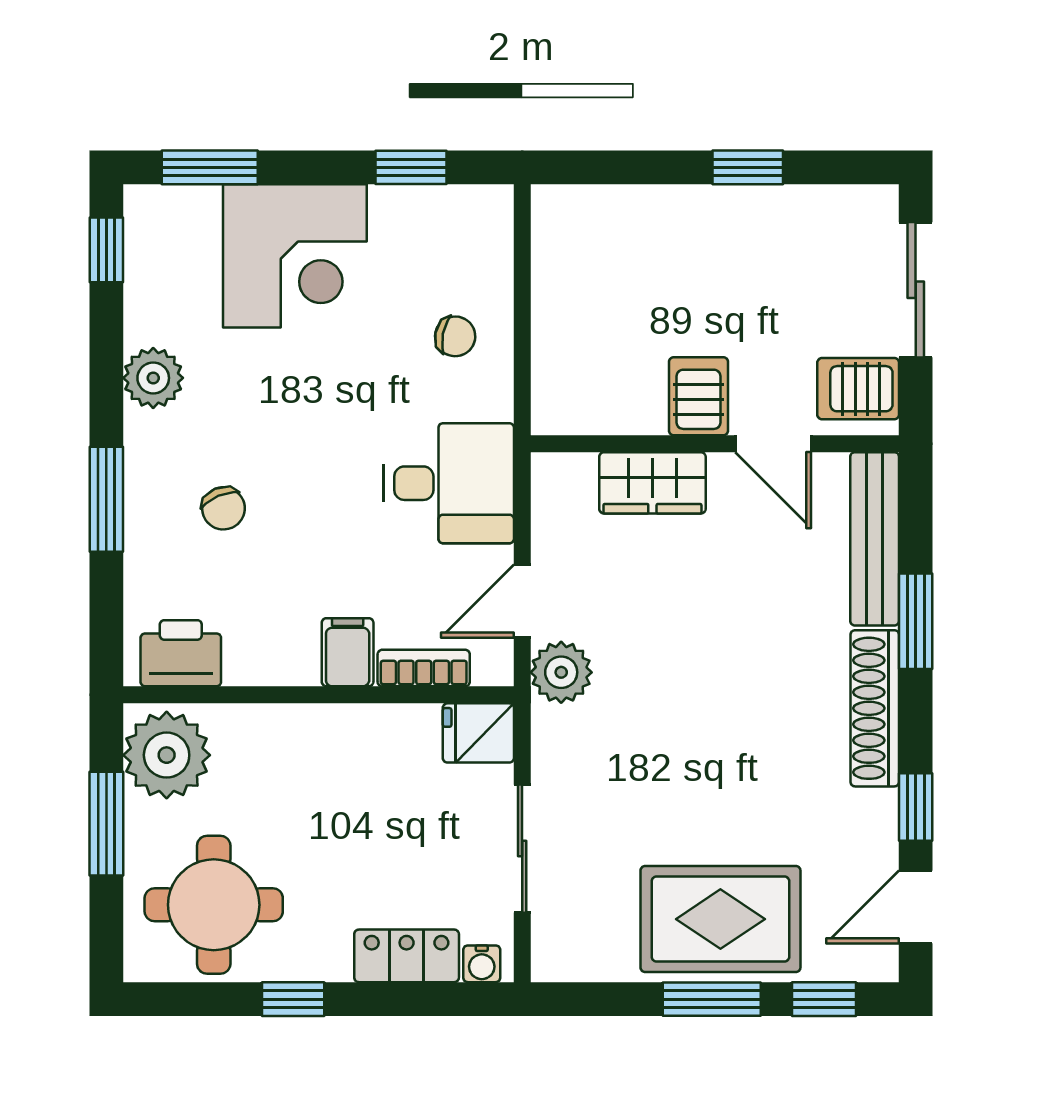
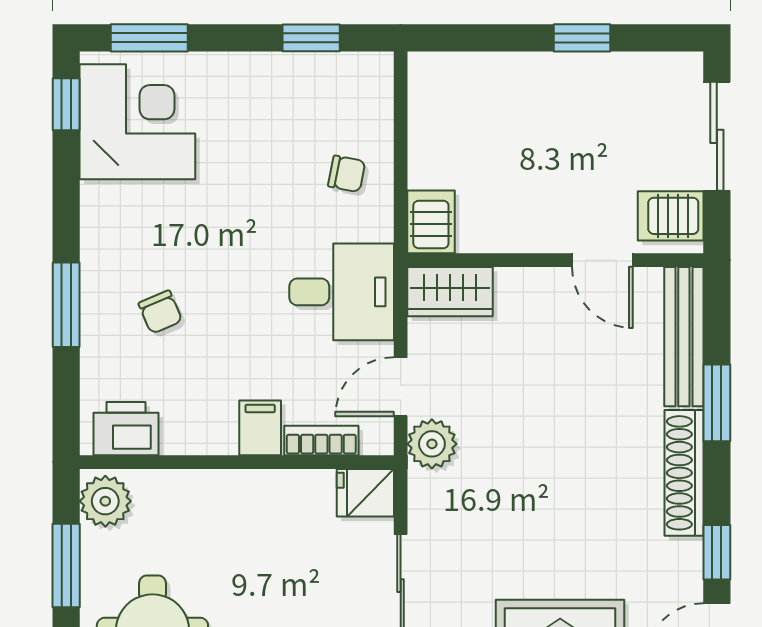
corner desk: (295, 256) -> (137, 122), moved, turned -90
plant: (153, 378) -> (104, 207), removed
server rack: (699, 396) -> (431, 222), moved
wardrobe: (652, 483) -> (450, 292), moved
plant: (167, 755) -> (105, 501), width x0.73, depth x0.73

